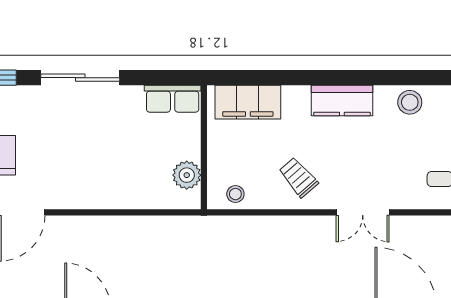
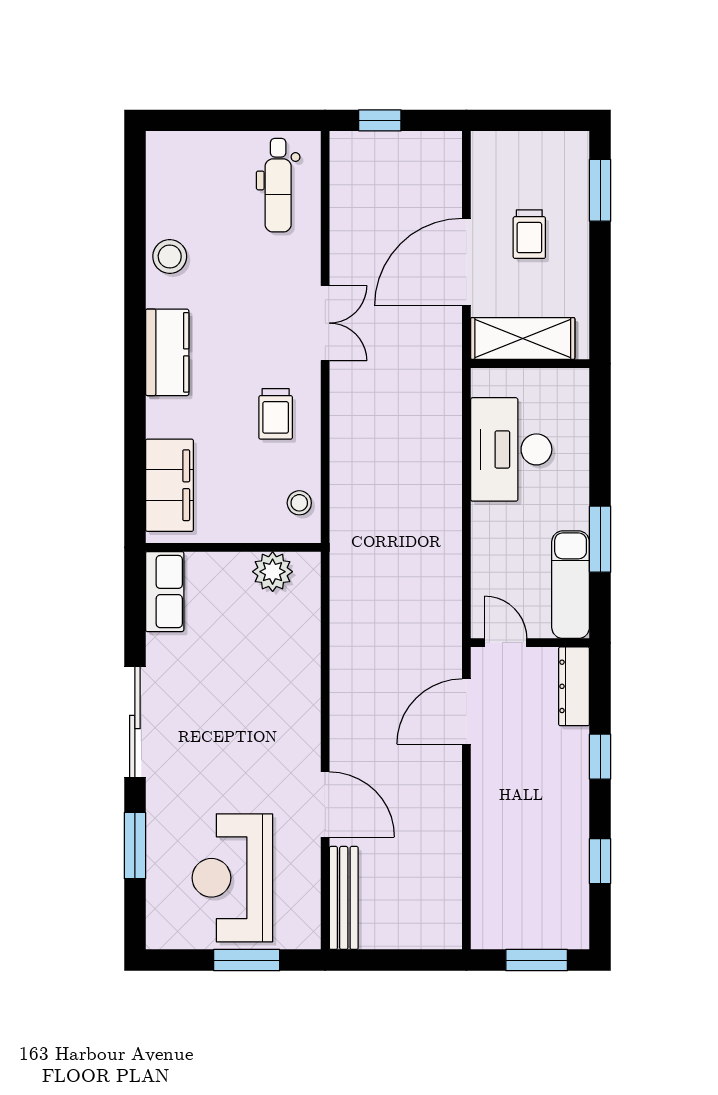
trolley: (298, 177) -> (276, 414), turned -49

